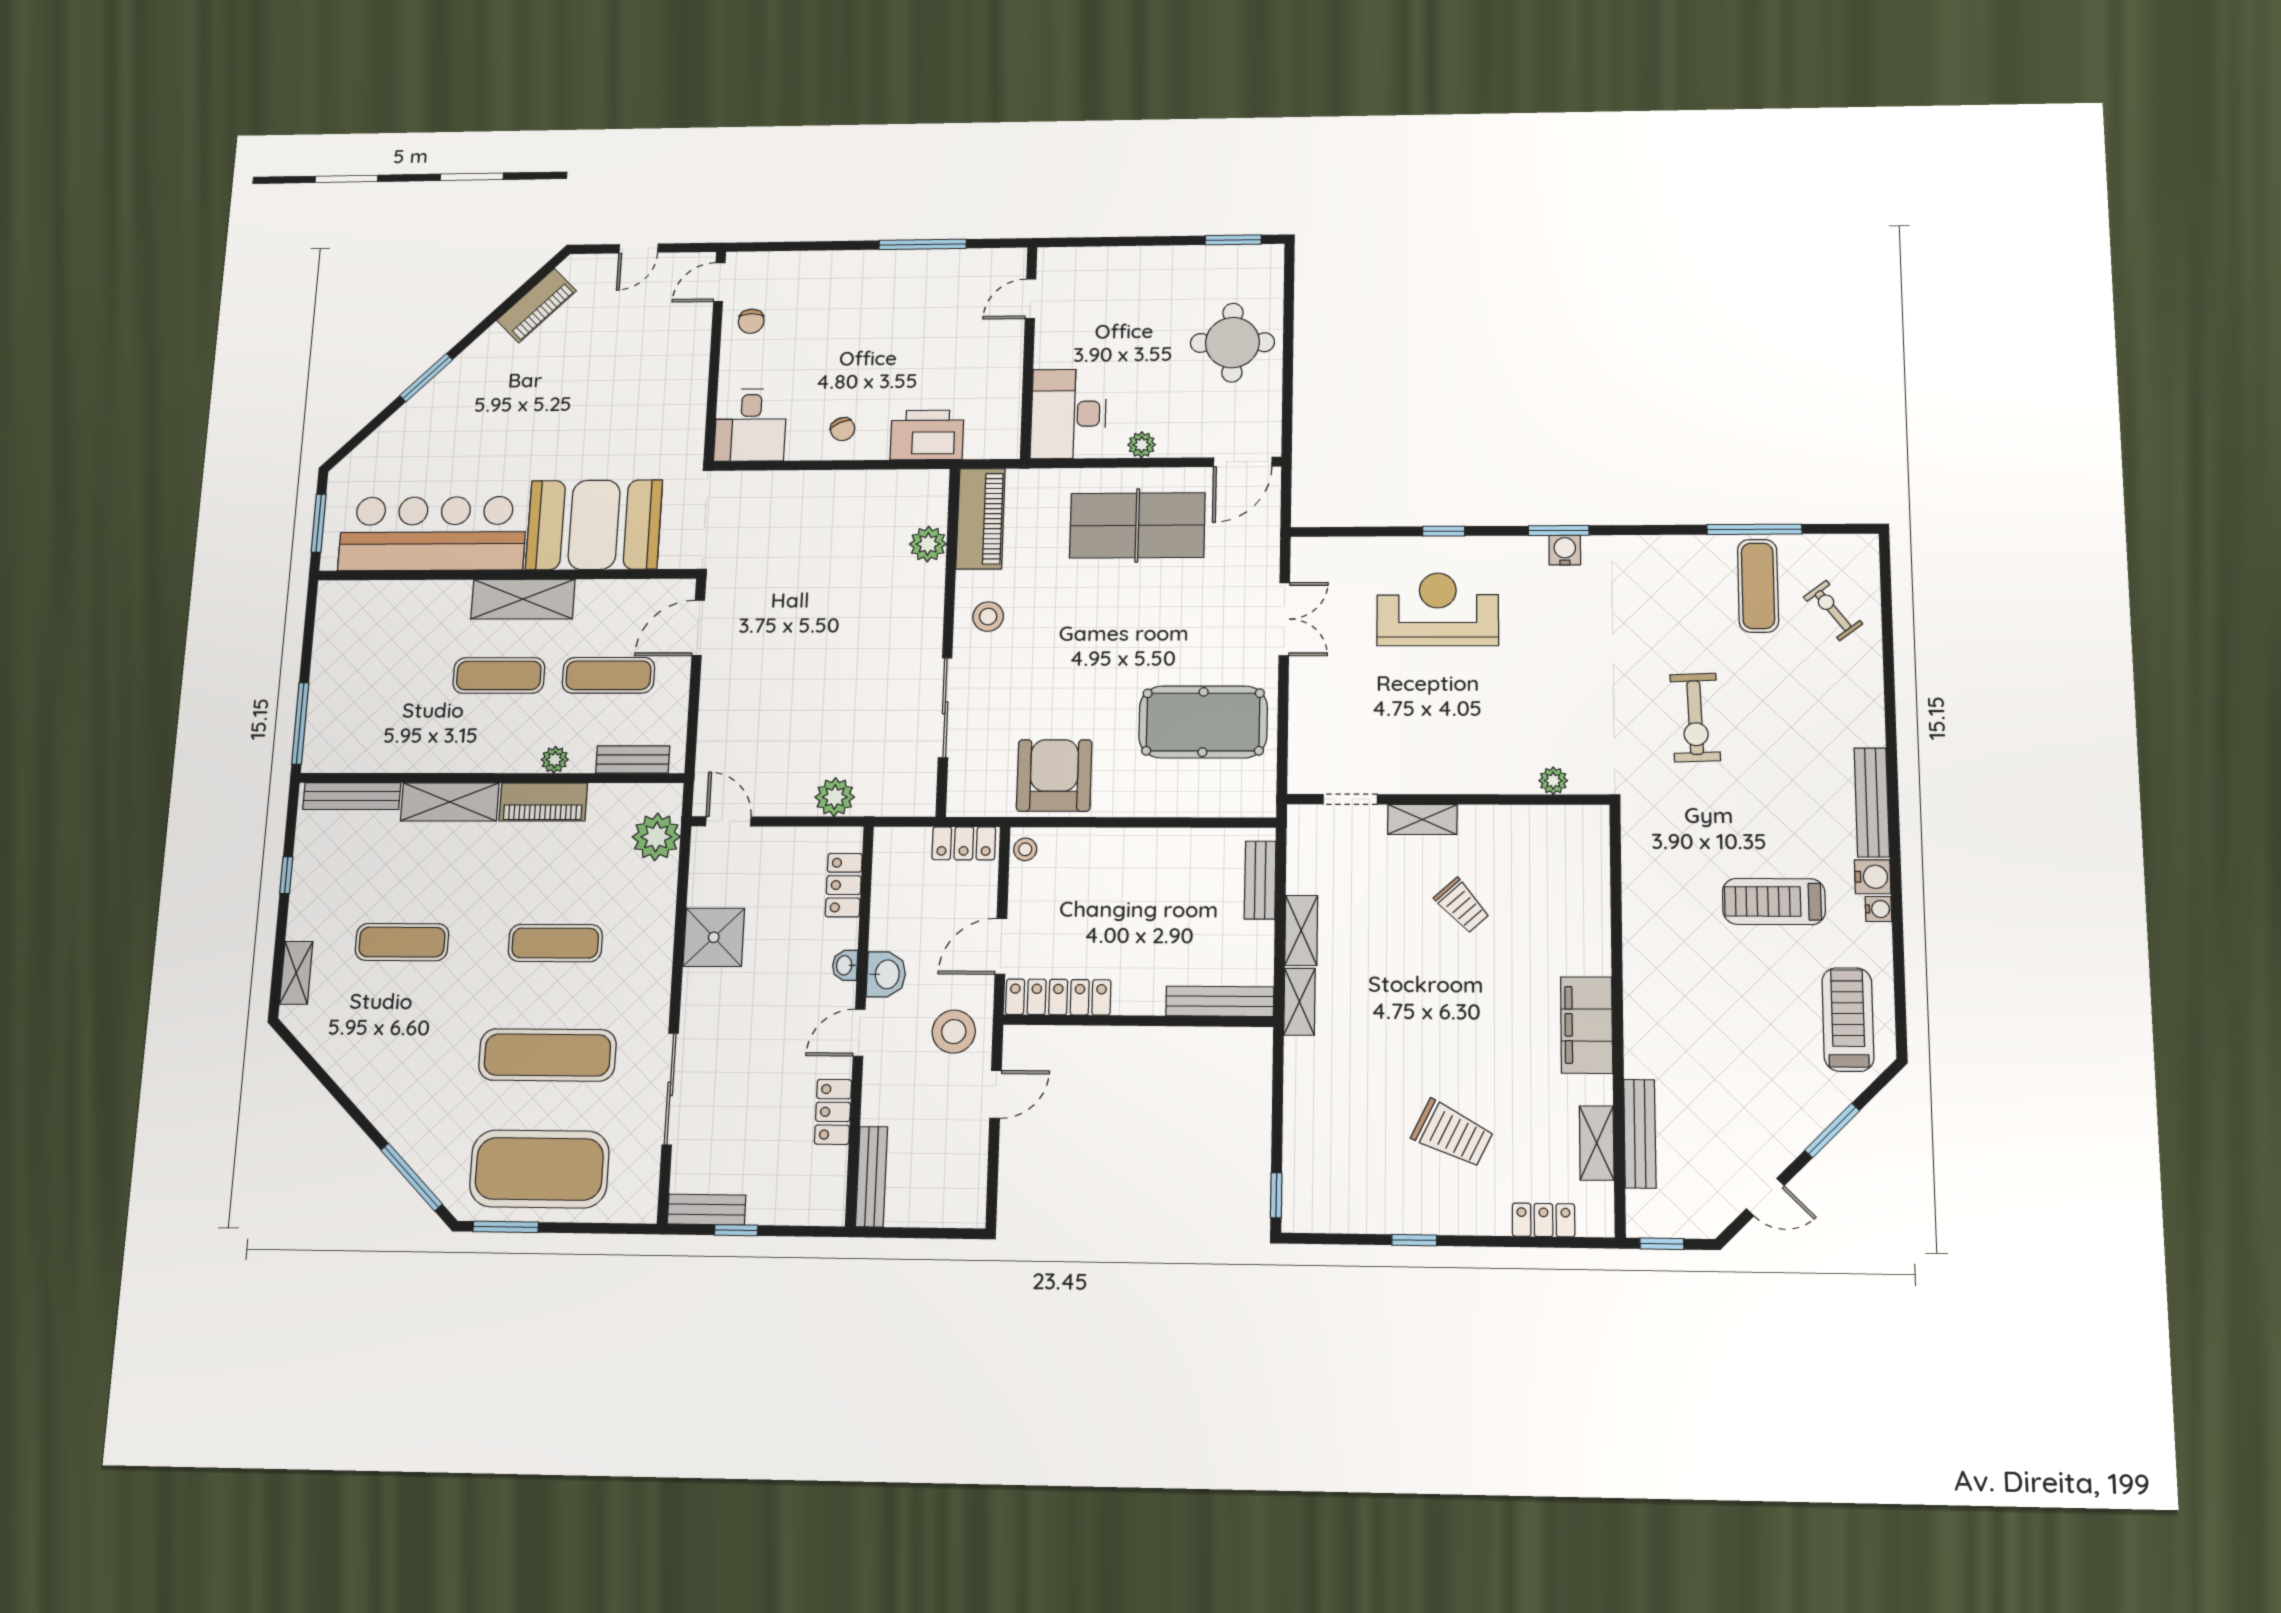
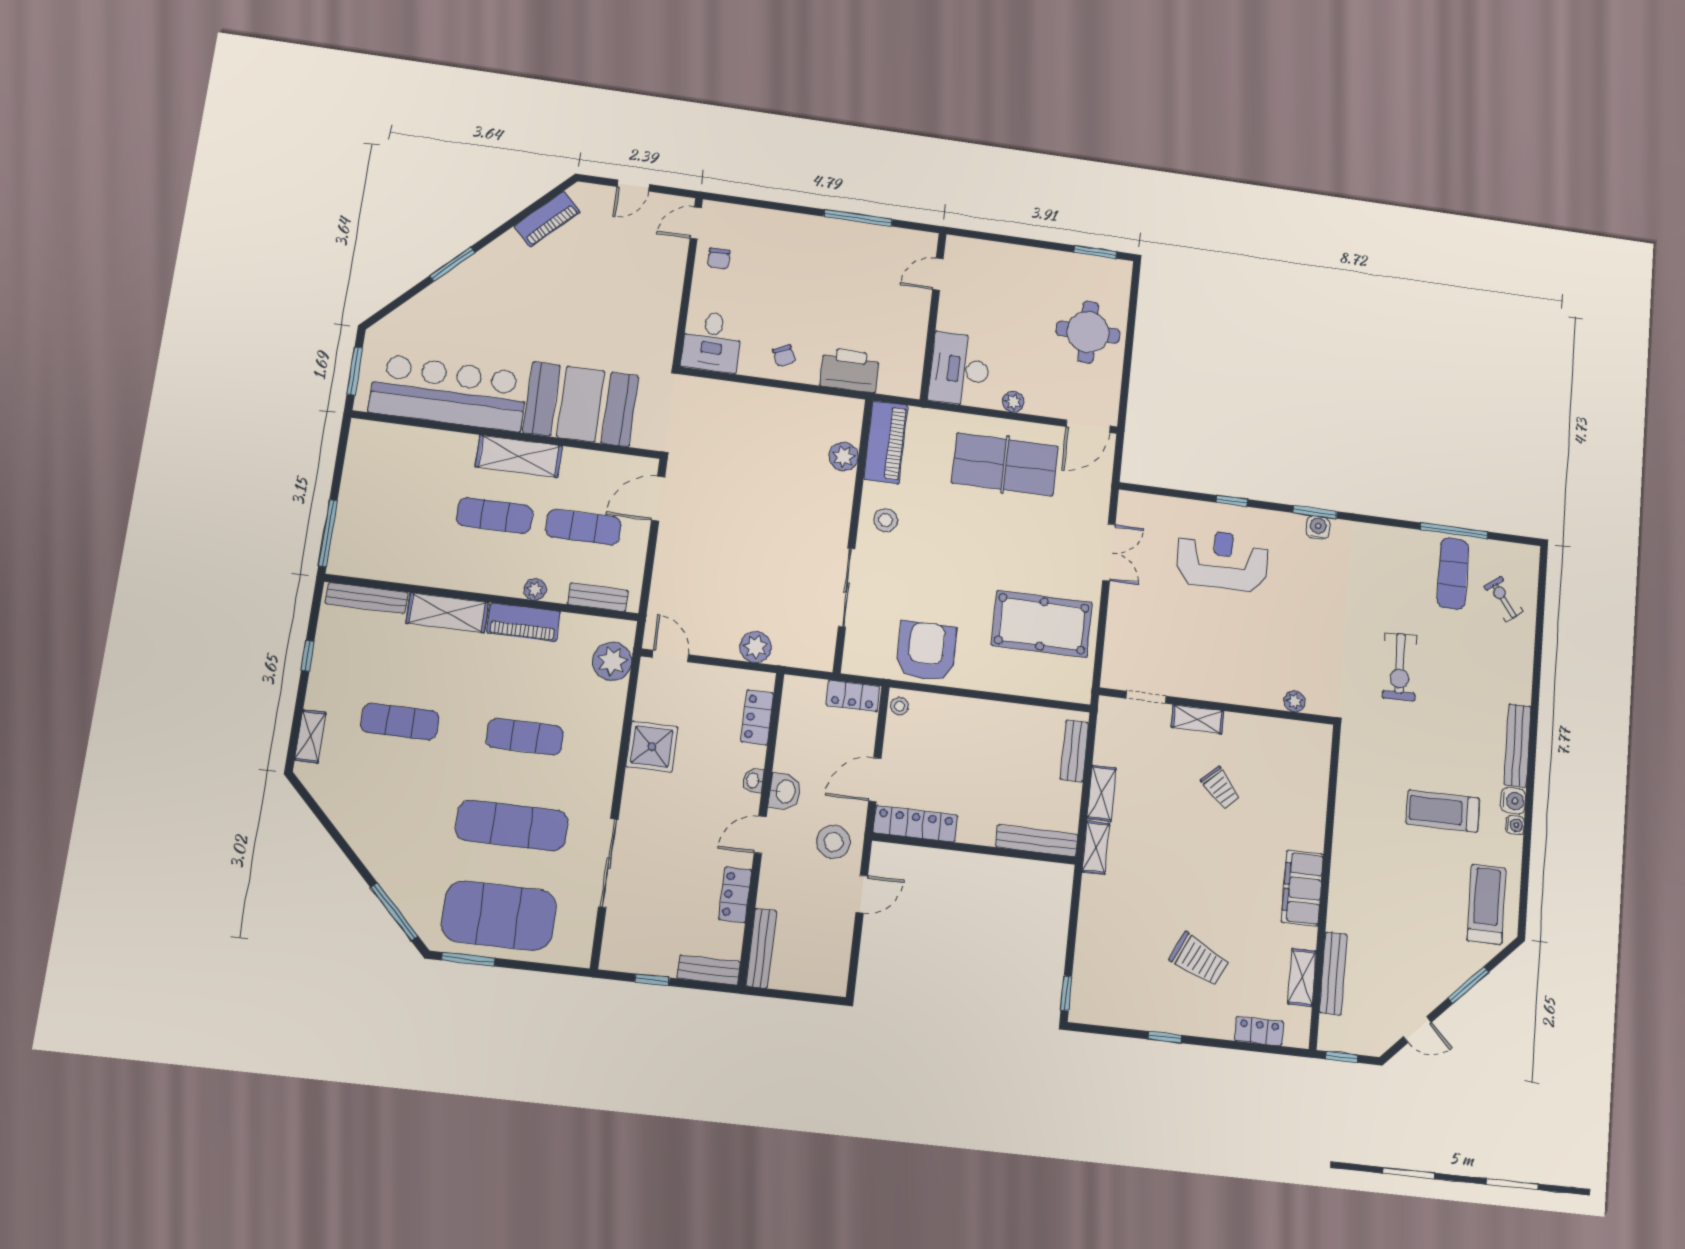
bench: (707, 1209) -> (709, 970), moved

